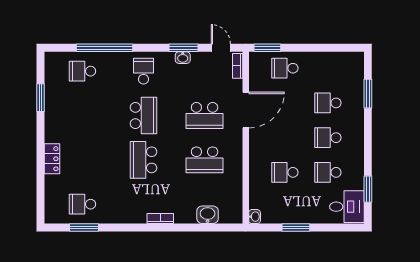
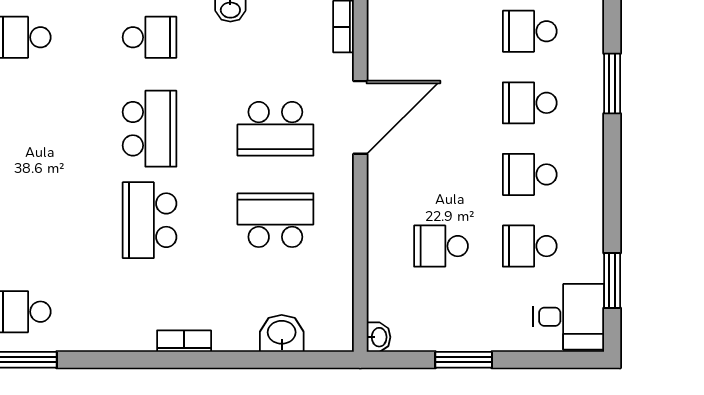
school desk: (285, 68) -> (530, 31), moved
school desk: (143, 71) -> (150, 37), turned 90
school desk: (205, 160) -> (275, 220), turned 180

